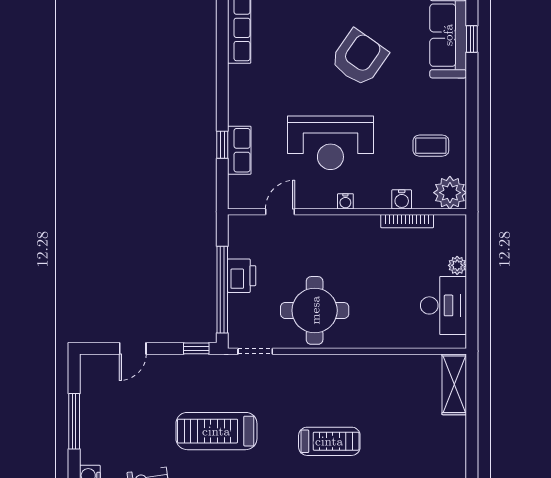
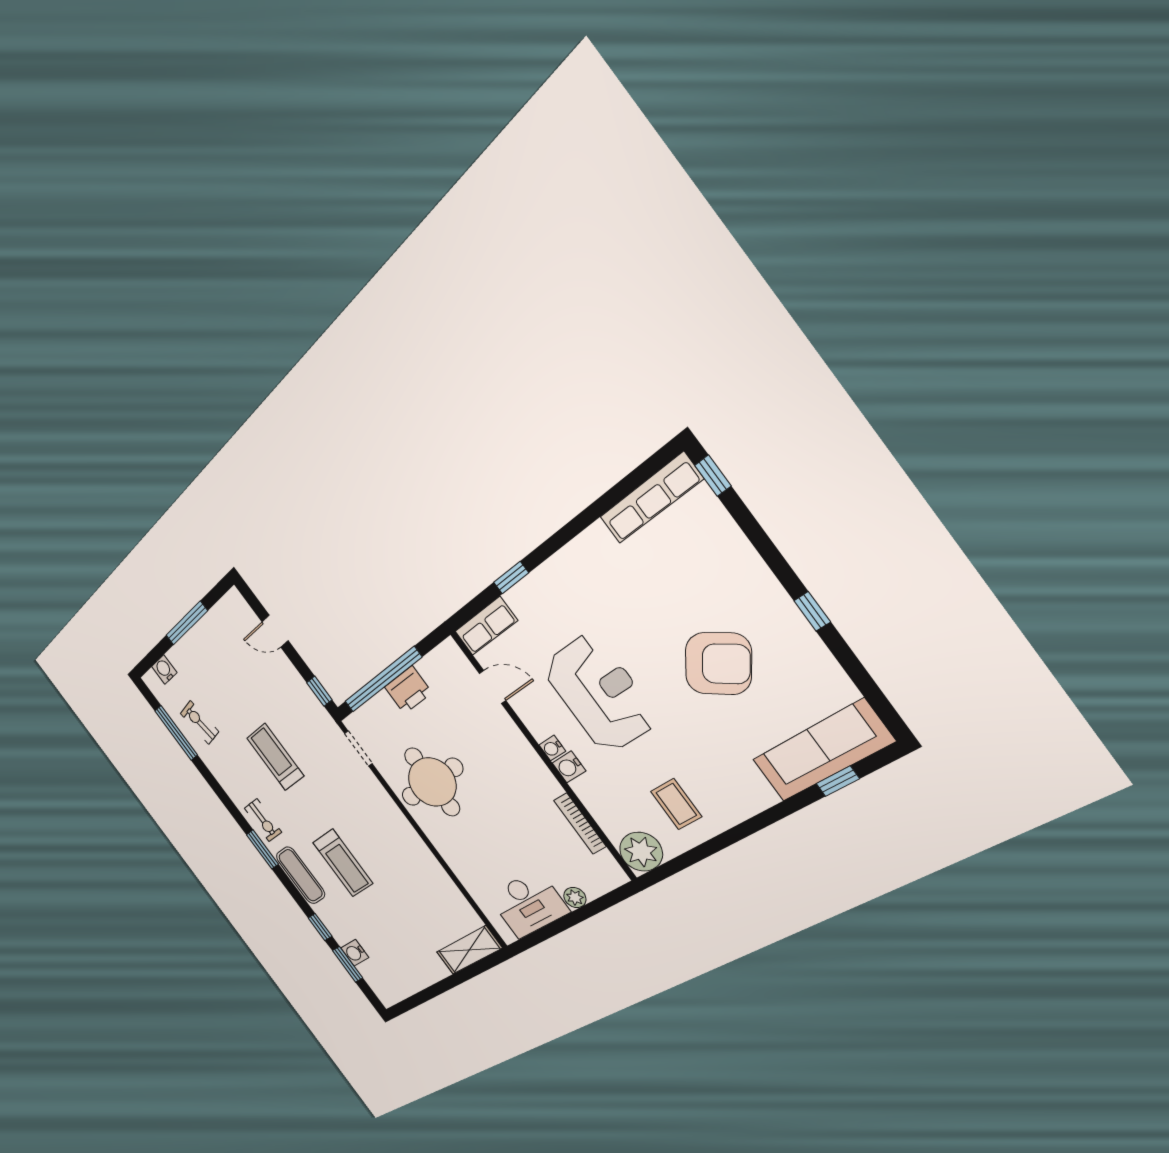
reception desk: (330, 143) -> (599, 694), turned 180
row of seats: (239, 150) -> (486, 626), moved
water cooler: (402, 199) -> (569, 767), moved
treadmill: (216, 431) -> (275, 757), width x0.73, depth x0.73

